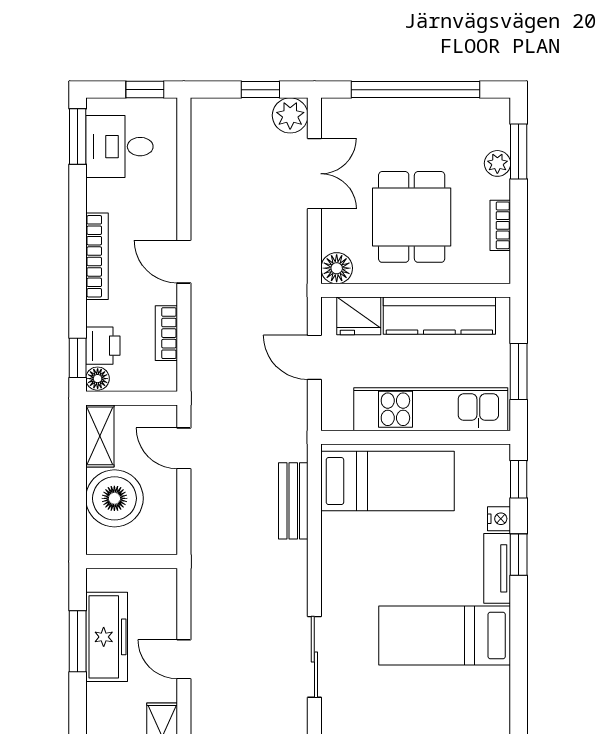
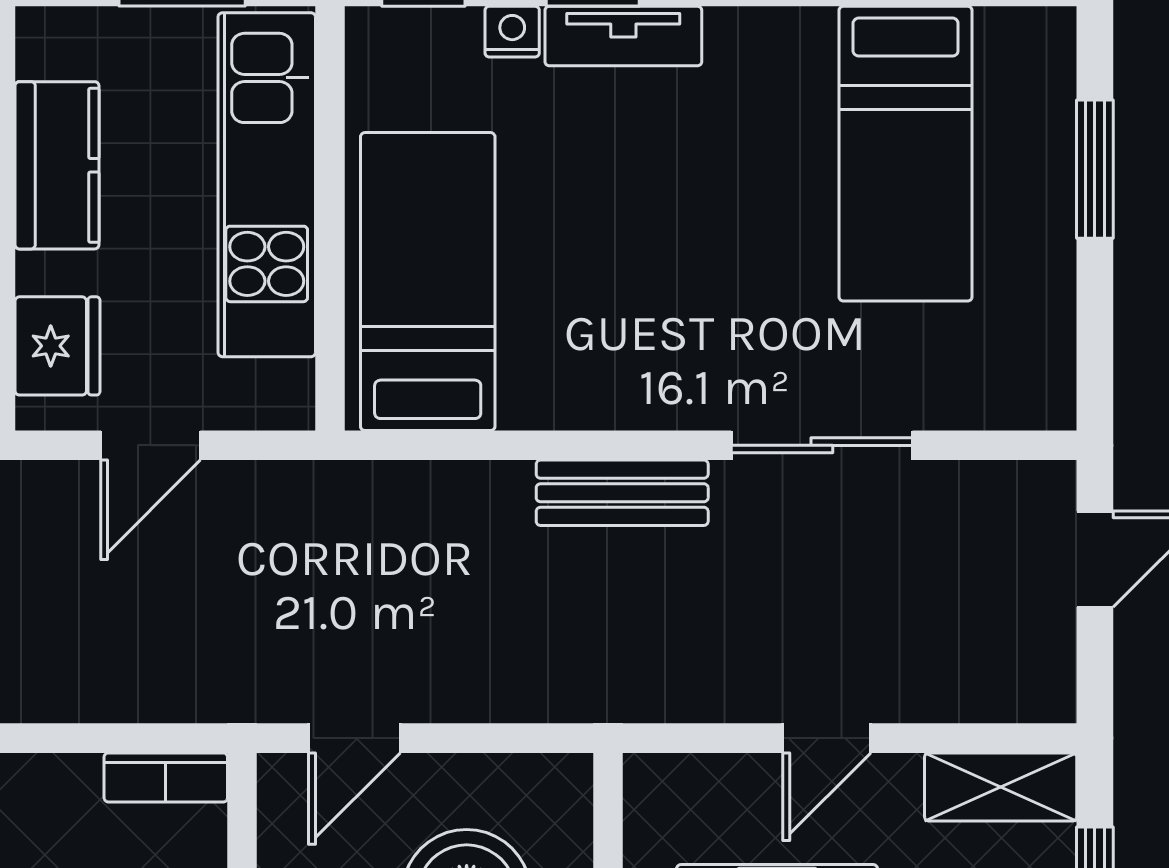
kitchen counter: (439, 316) -> (57, 165), width x0.67
bookcase: (166, 333) -> (166, 777), moved
bench: (293, 501) -> (622, 493), moved
bed: (445, 636) -> (906, 154), moved

